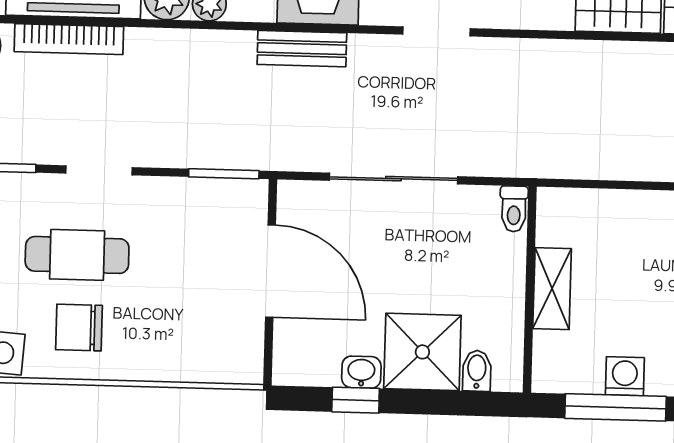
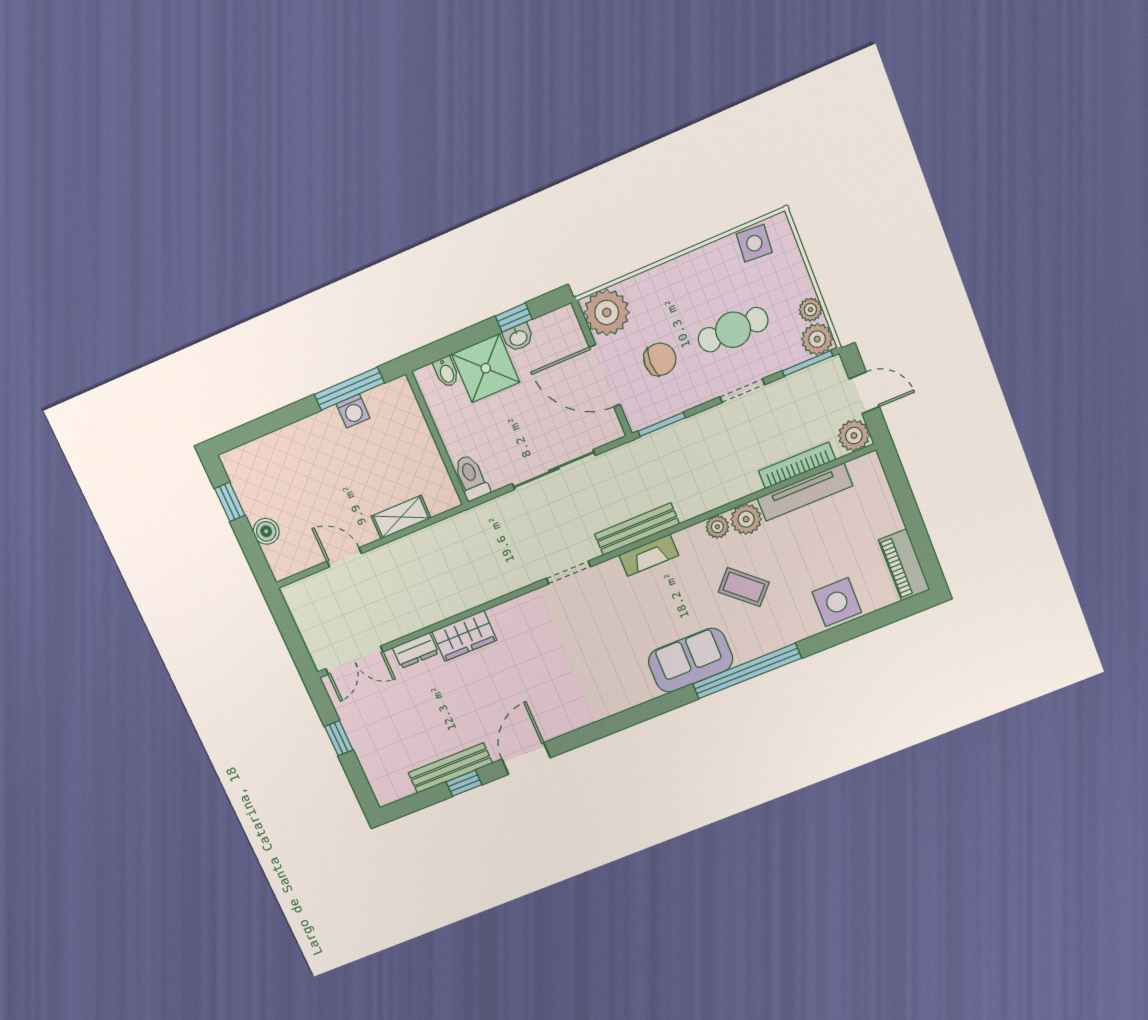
bench: (302, 49) -> (637, 529), width x1.36
toilet: (514, 209) -> (471, 478), width x1.37, depth x1.39
shelving: (552, 289) -> (401, 517), moved, turned 90
chair: (79, 328) -> (660, 359), moved
plant: (231, 352) -> (607, 312), added

